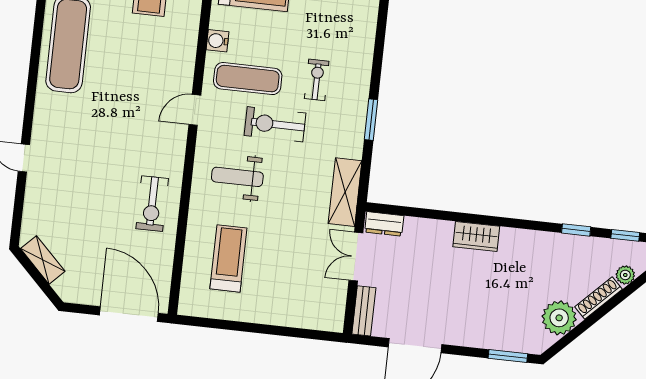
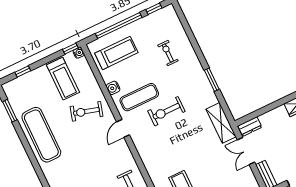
exercise bike: (156, 51) -> (86, 111), added
exercise bike: (317, 80) -> (168, 53), moved
weight bench: (237, 177) -> (164, 148), removed

